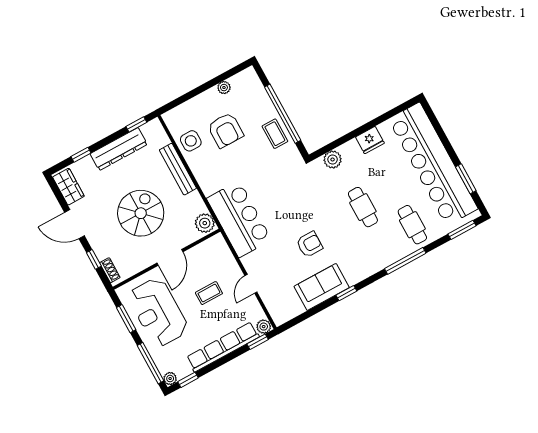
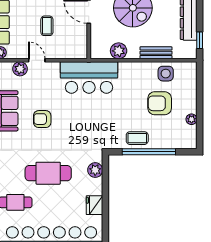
bench: (178, 169) -> (156, 53), width x0.73
cafe table: (363, 207) -> (48, 173), width x1.37, depth x1.35
plant: (205, 223) -> (119, 51), moved
armchair: (309, 244) -> (42, 119), turned 90
plant: (270, 297) -> (20, 69), added

